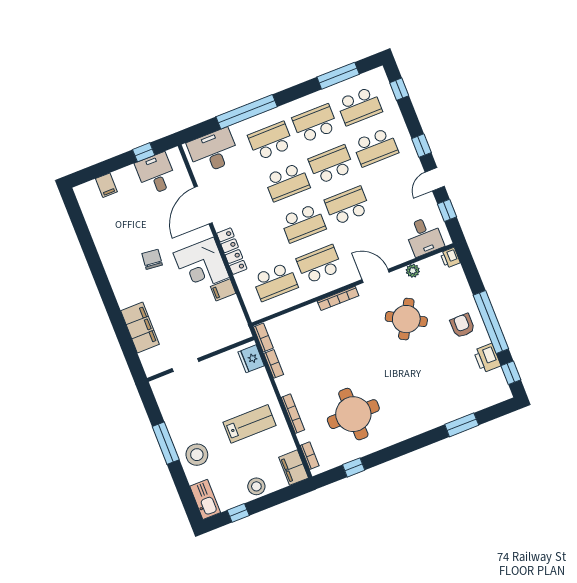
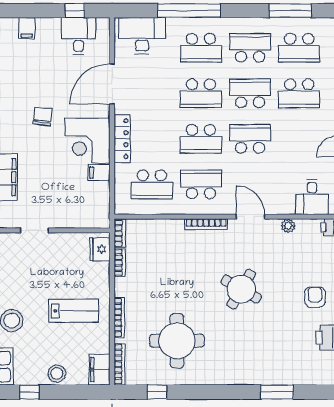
school desk: (271, 141) -> (201, 48), turned 180
round table: (406, 319) -> (241, 289), moved
bookcase: (310, 456) -> (119, 364), width x1.56

